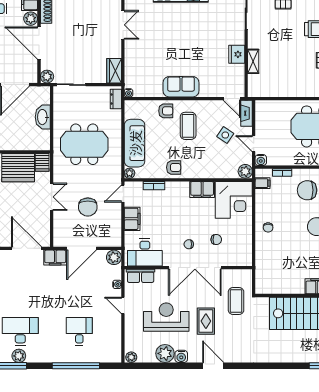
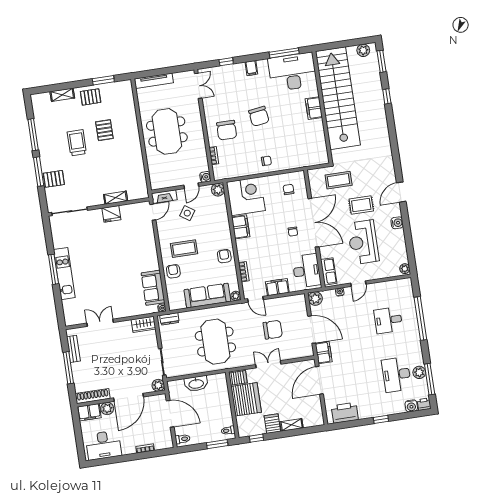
sofa: (181, 87) -> (153, 288), moved
filing cabinet: (262, 183) -> (226, 172), removed
chair: (216, 240) -> (289, 189), moved
plant: (165, 353) -> (397, 238), removed

